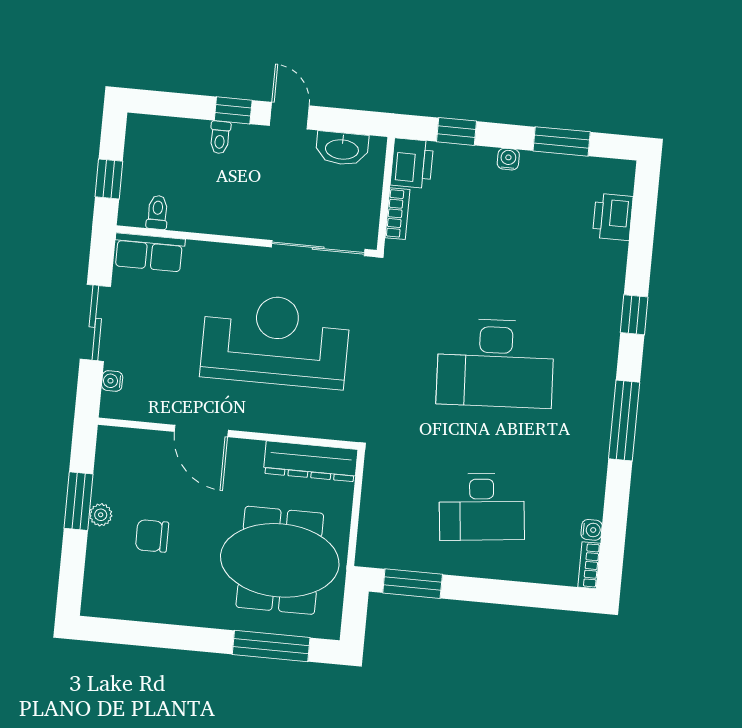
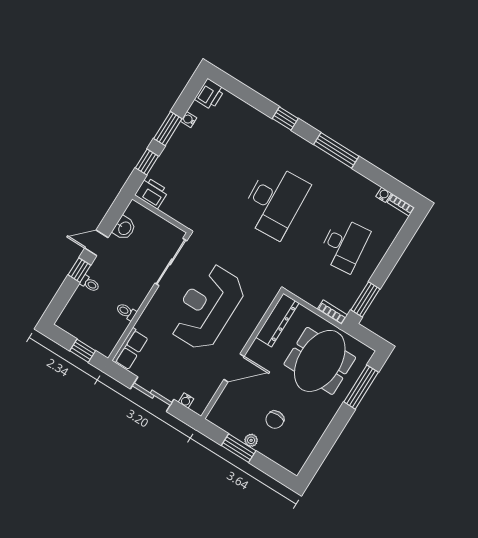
window: (562, 141) -> (168, 129), moved
washbasin: (342, 149) -> (124, 228), width x0.72
water cooler: (508, 159) -> (189, 120), moved
toilet: (157, 212) -> (126, 312), moved
bookcase: (398, 214) -> (332, 312), moved
printer: (613, 217) -> (210, 94), moved, turned -90

